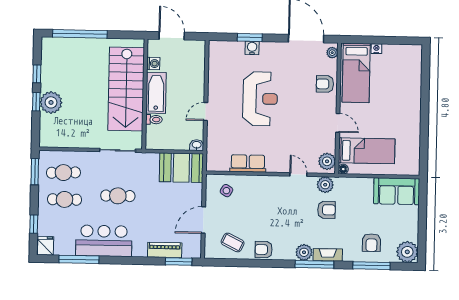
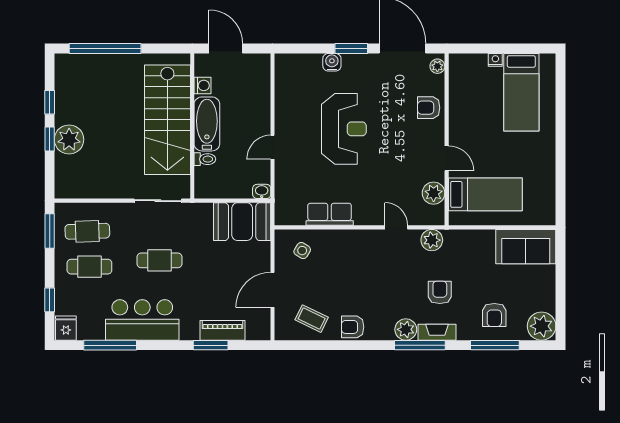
window: (250, 37) -> (351, 49), moved
bed: (356, 73) -> (521, 92), moved
plant: (327, 161) -> (434, 193), moved
floor lamp: (343, 169) -> (455, 219), removed
armchair: (326, 210) -> (440, 292), moved, turned -90
window: (179, 262) -> (211, 345), moved

